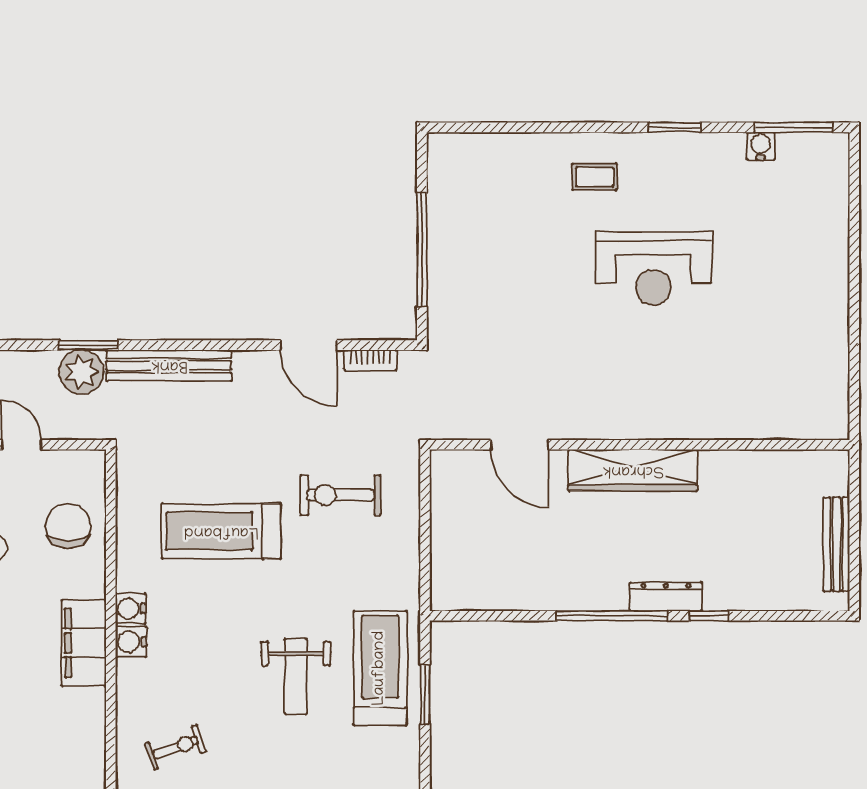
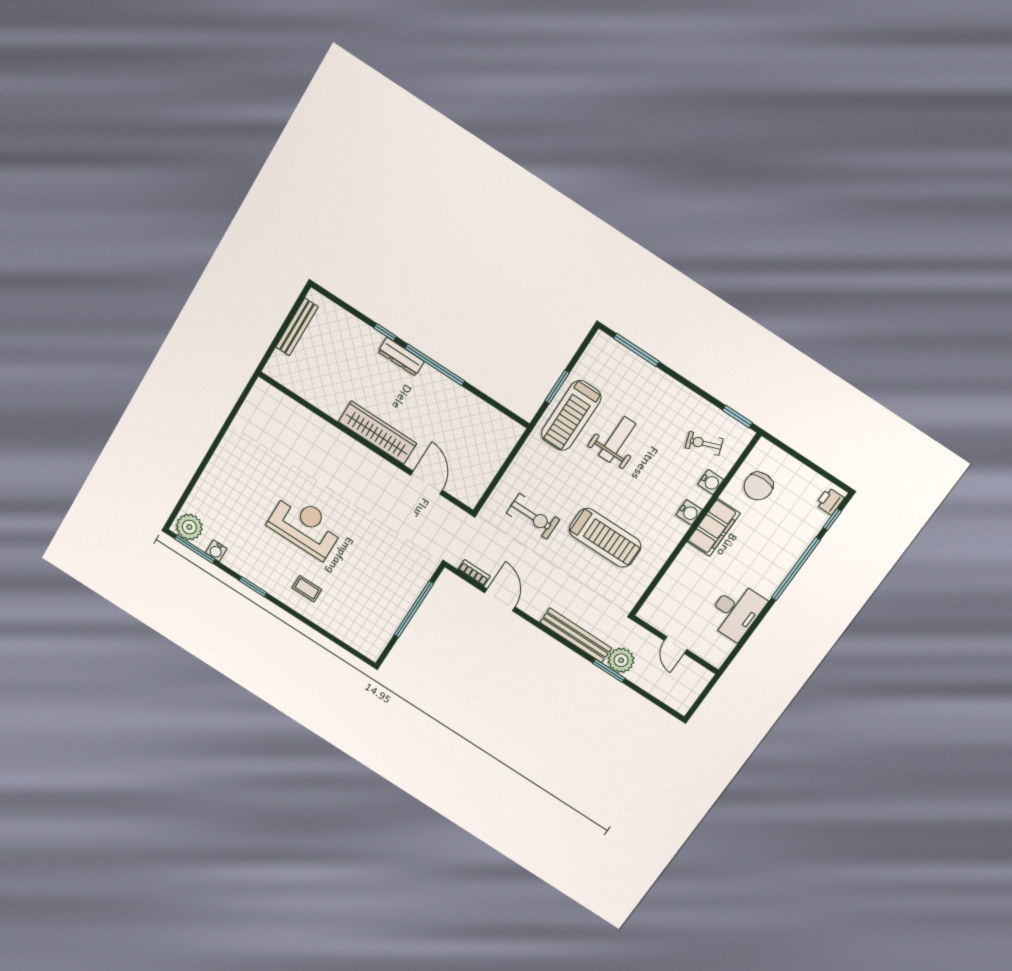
plant: (821, 155) -> (189, 527), added
chair: (68, 526) -> (758, 486), moved
water cooler: (131, 608) -> (711, 482), moved

